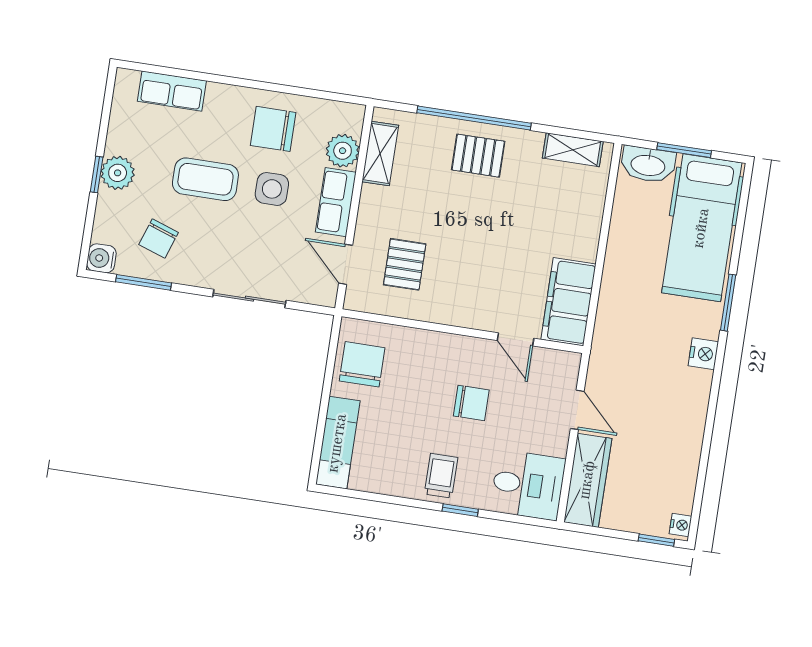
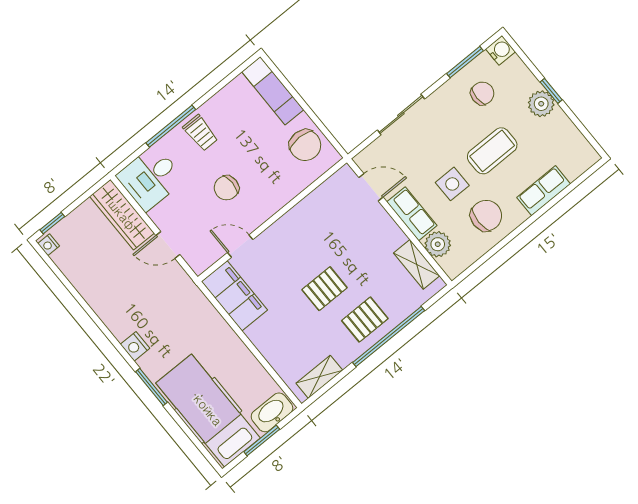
row of seats: (172, 91) -> (544, 191), moved
chair: (159, 239) -> (482, 93), turned 71
pallet: (405, 264) -> (325, 289), moved, turned 90
window: (460, 510) -> (171, 126), width x2.17

